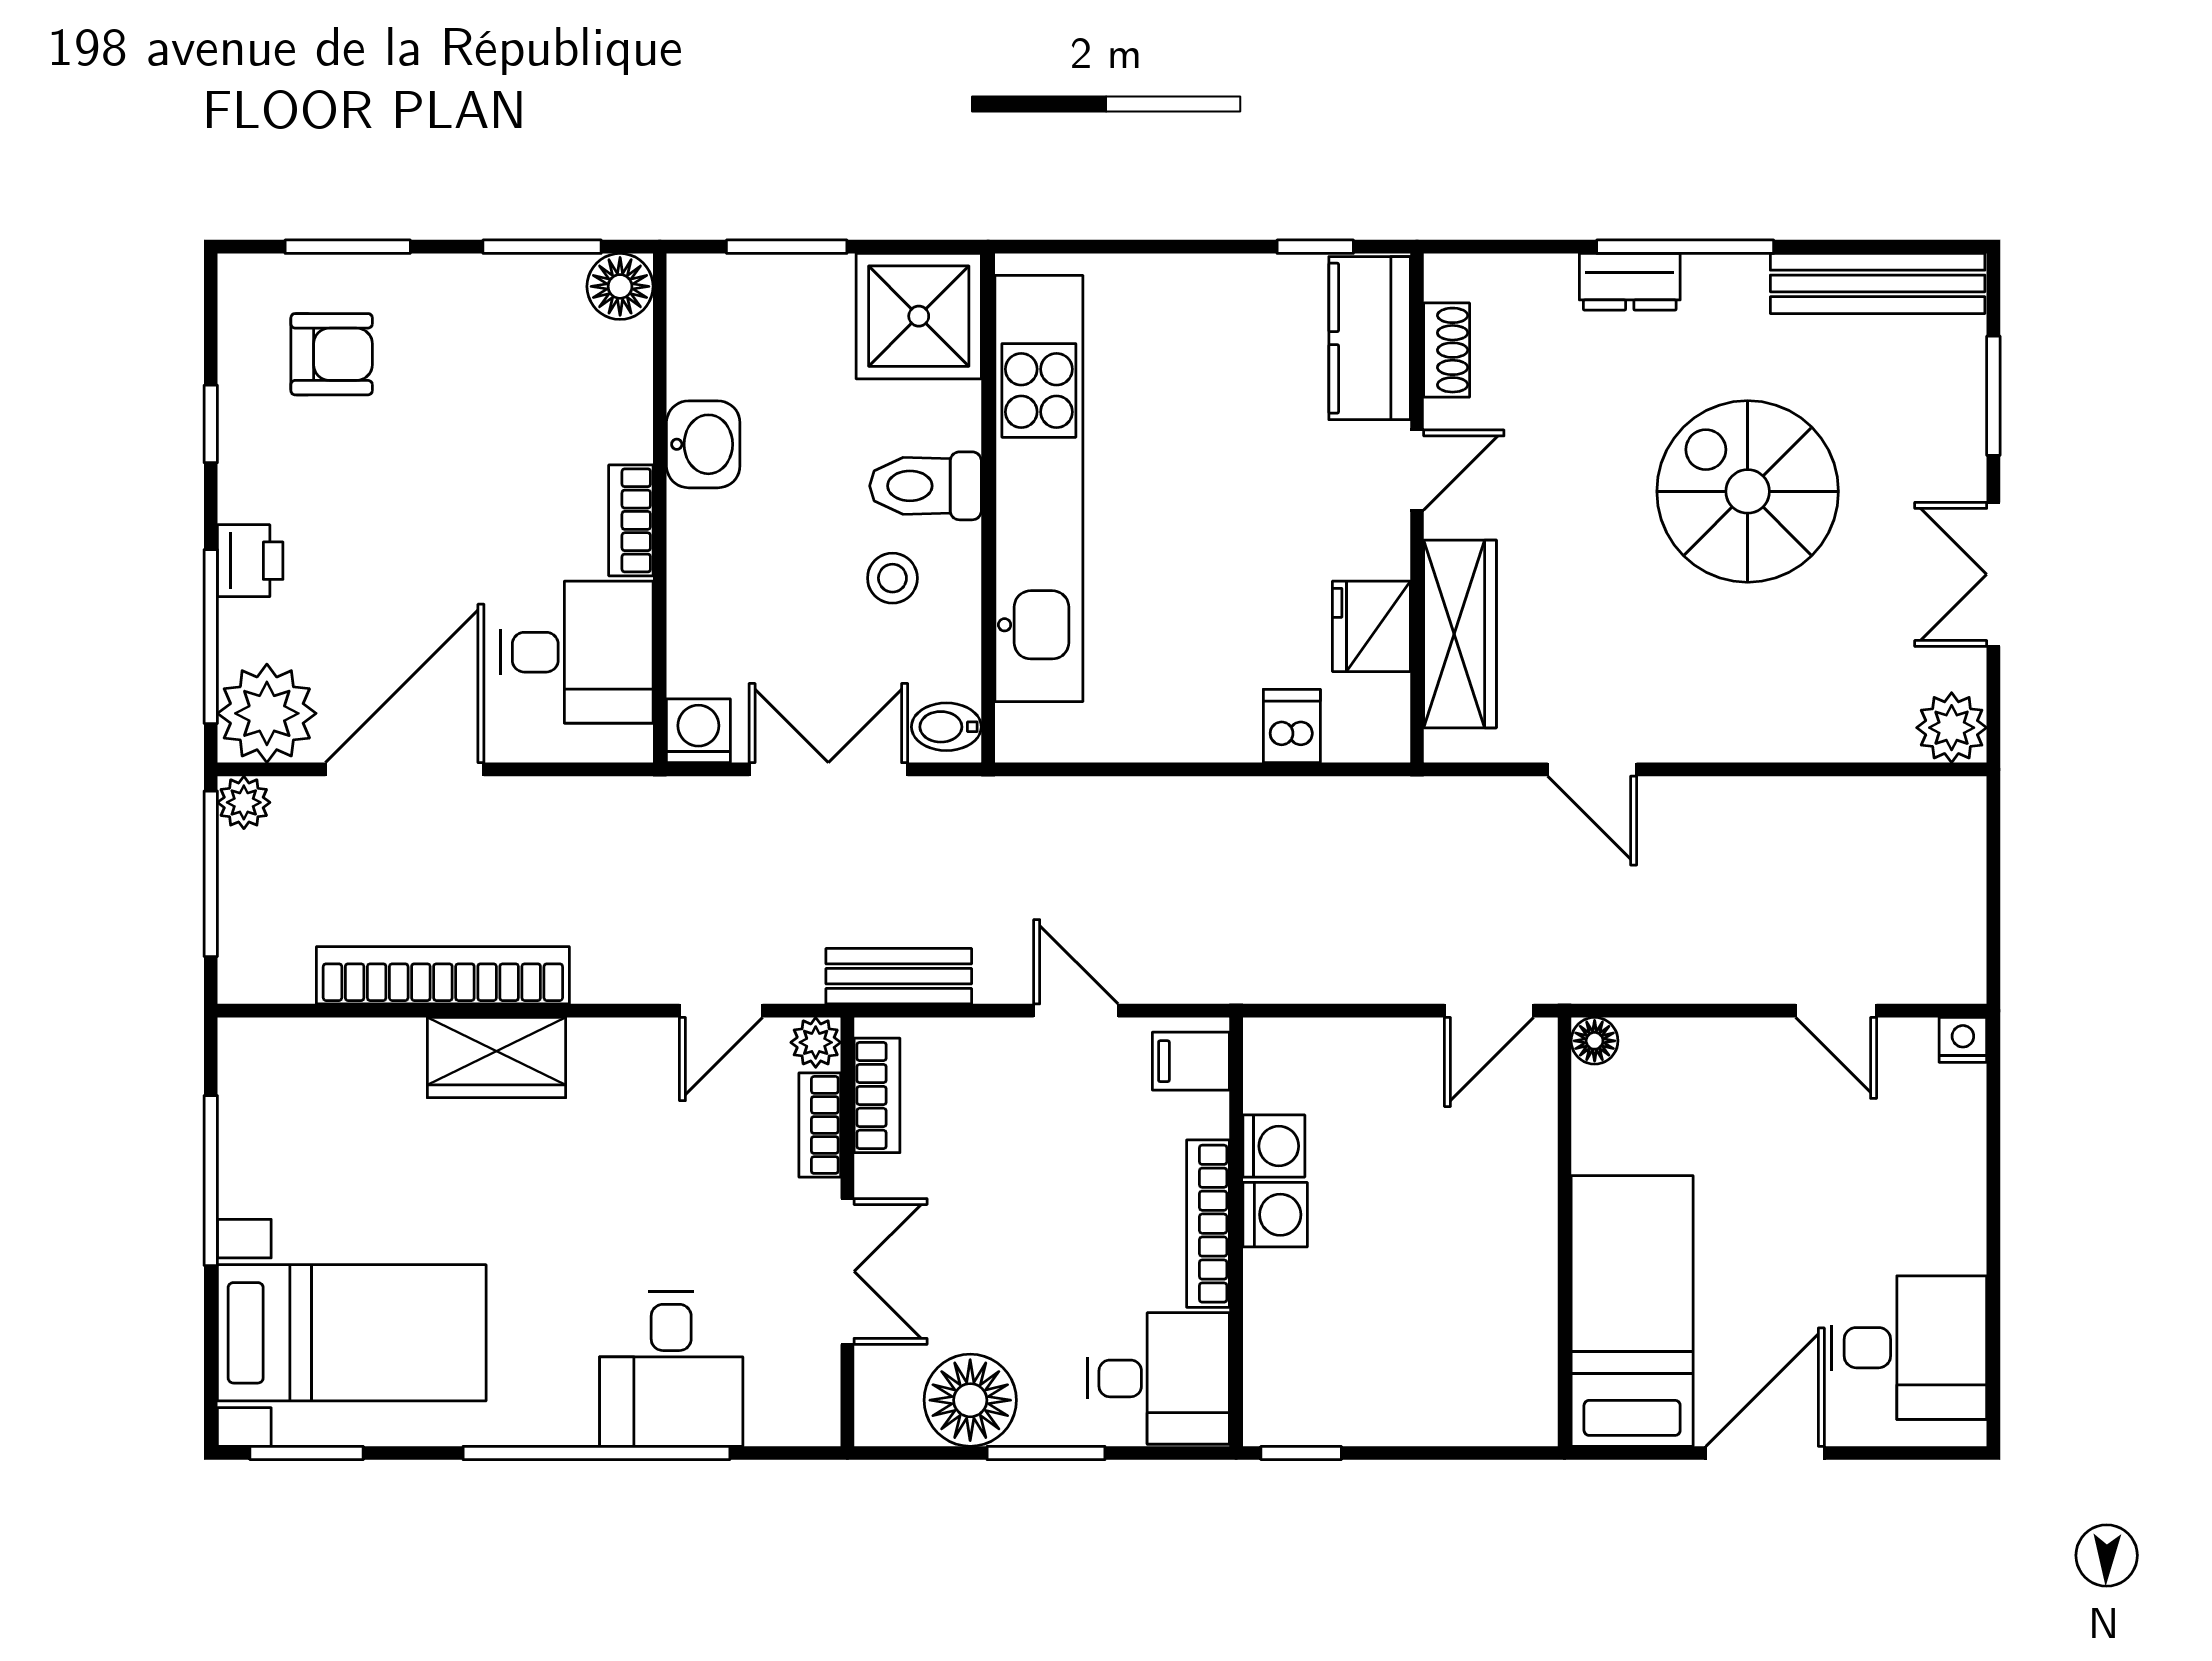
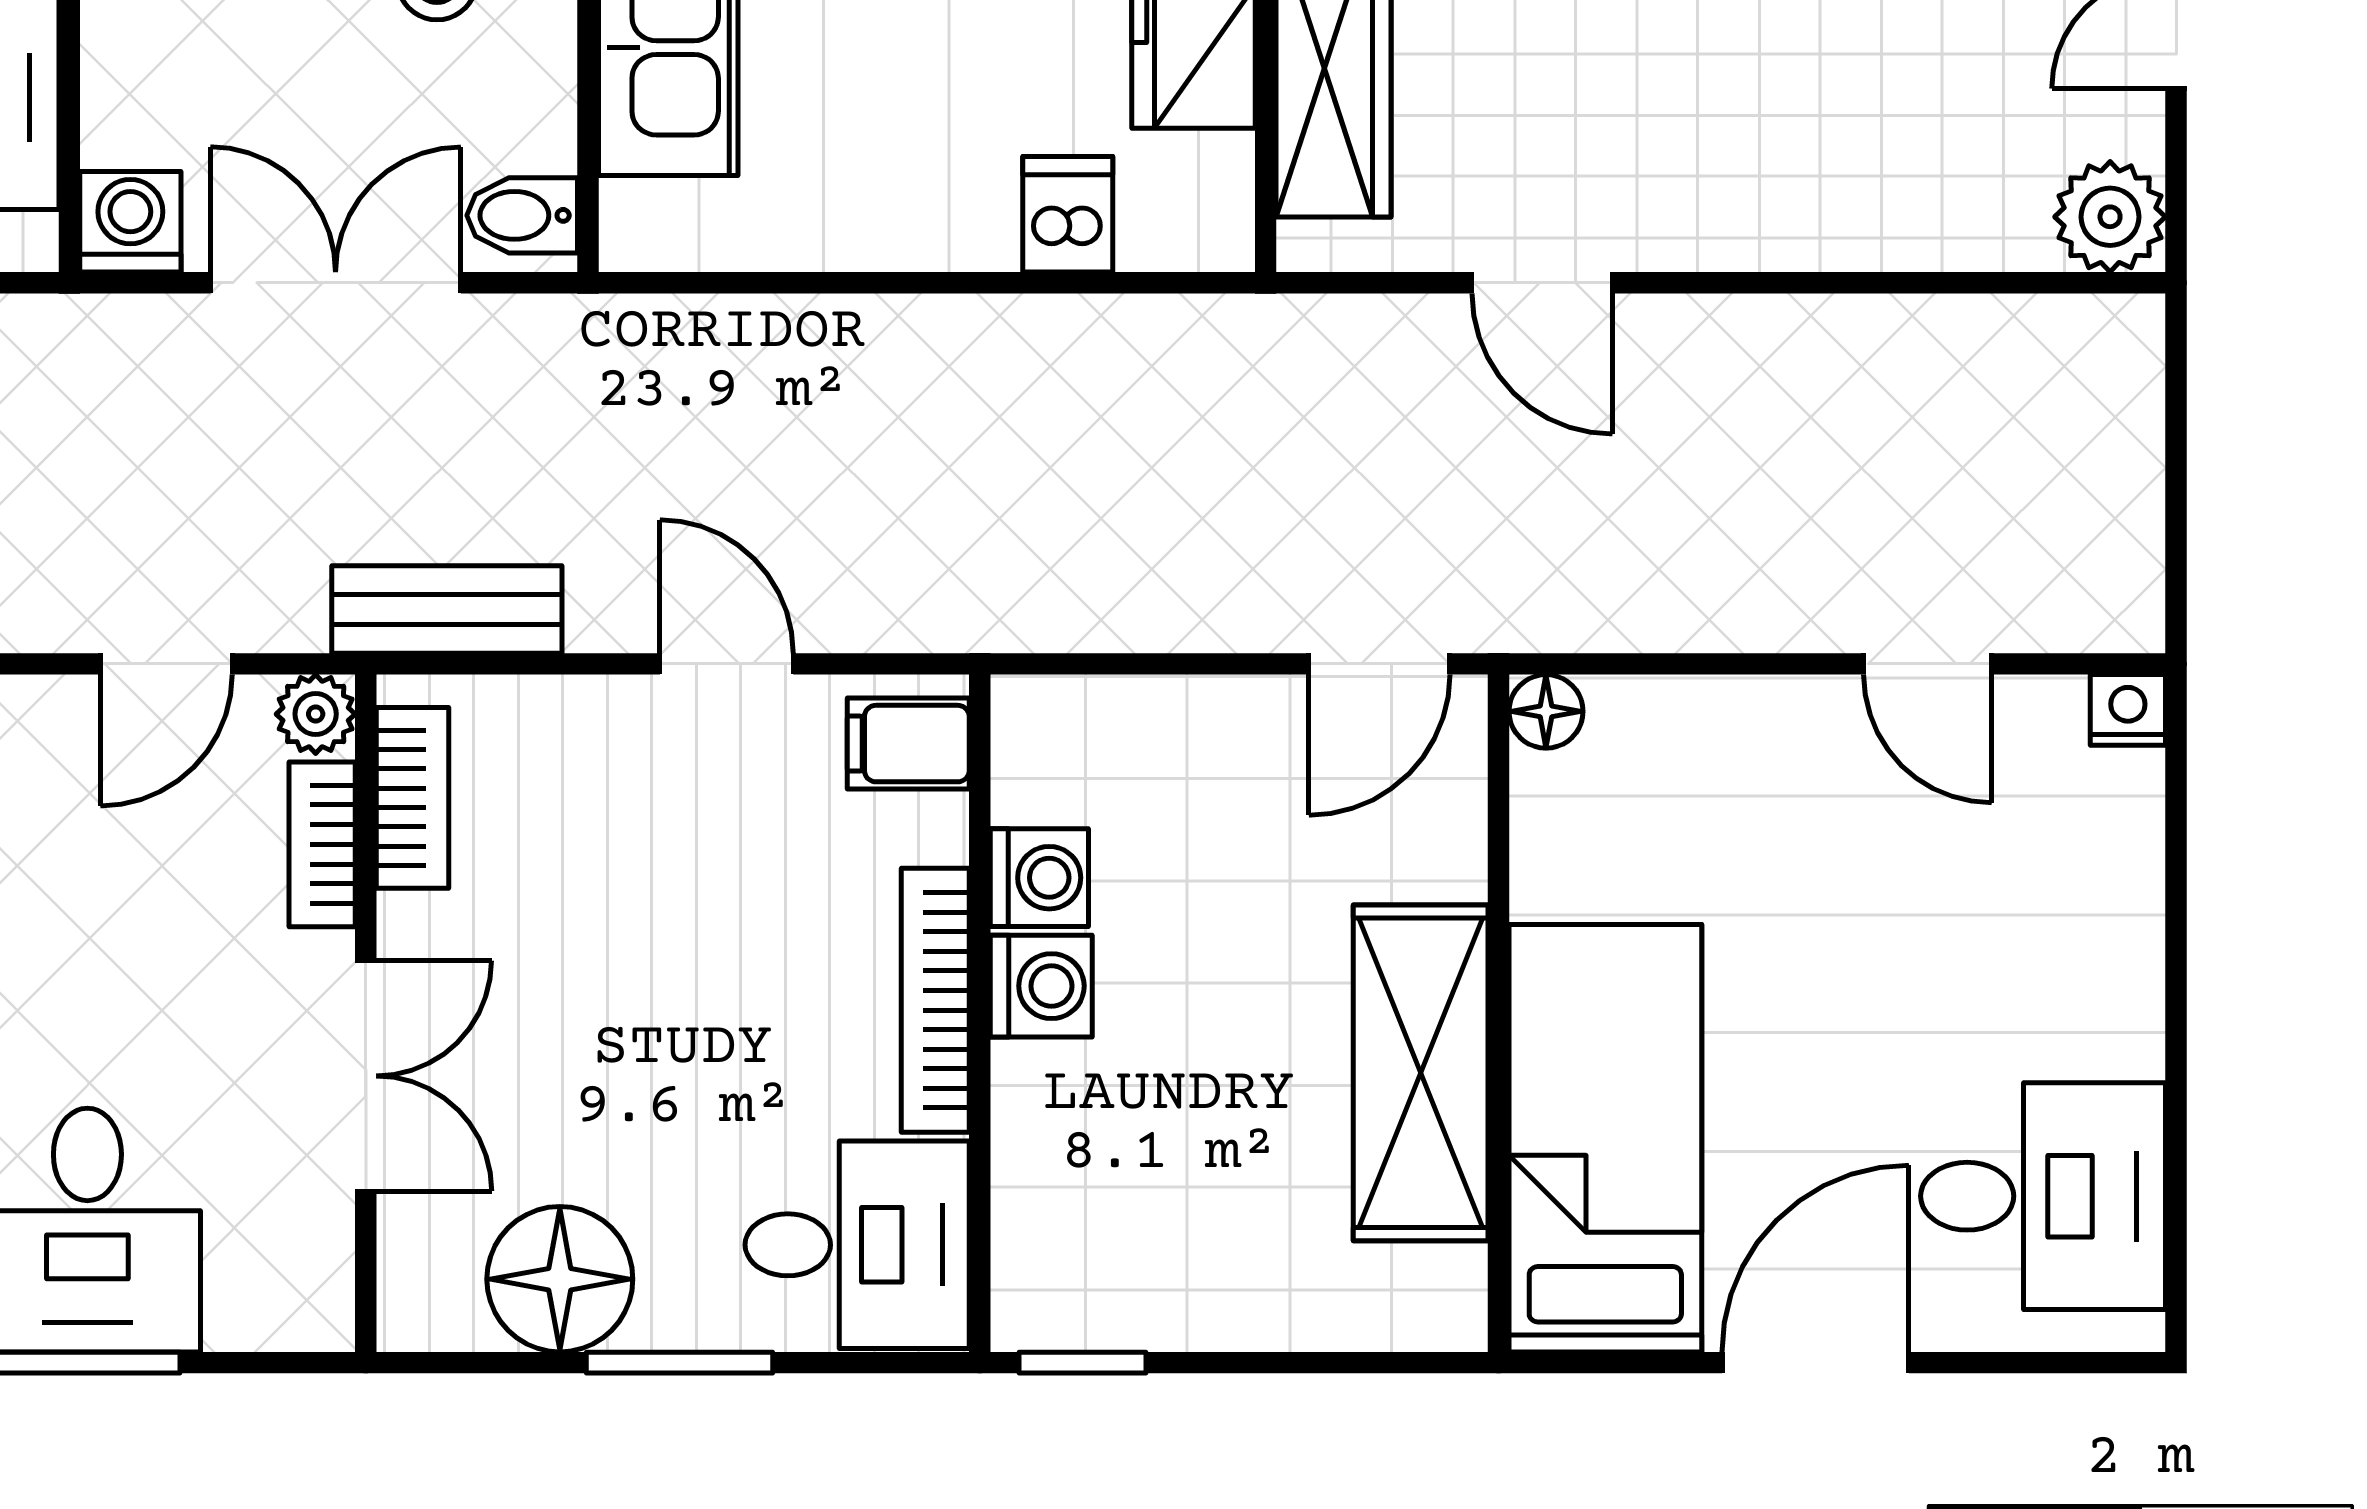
shelving: (1515, 1270) -> (1421, 1073), added

